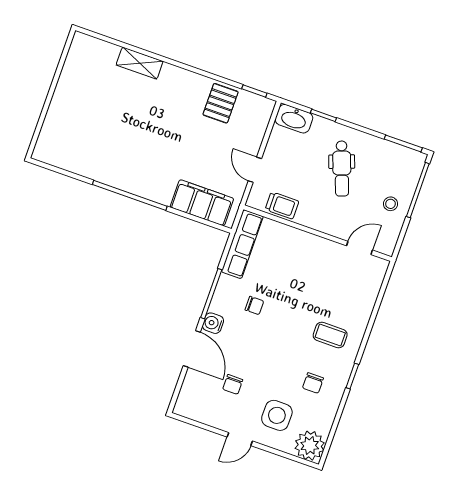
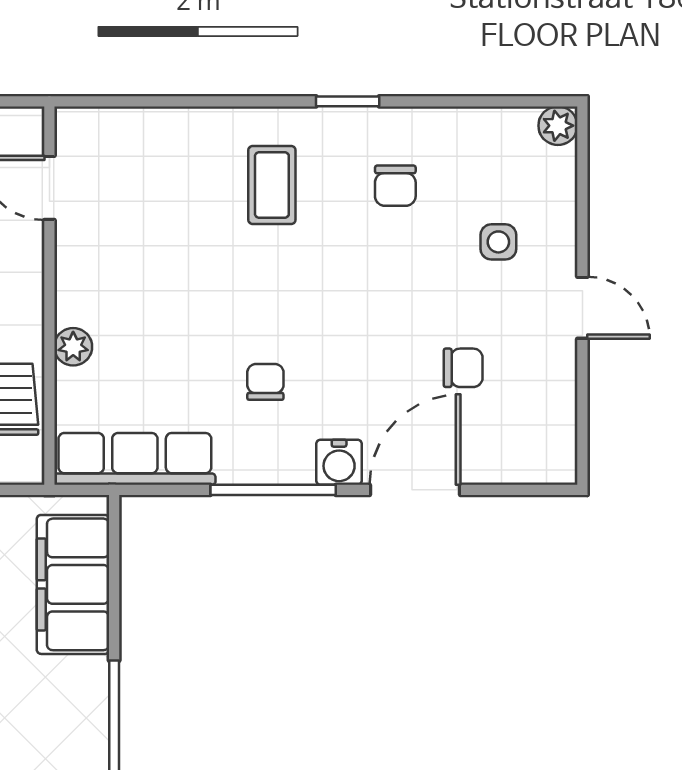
plant: (294, 235) -> (73, 347), added
chair: (313, 383) -> (395, 186), turned 90
side table: (277, 415) -> (498, 242), width x0.54, depth x0.54
plant: (310, 446) -> (558, 126), width x0.53, depth x0.53

